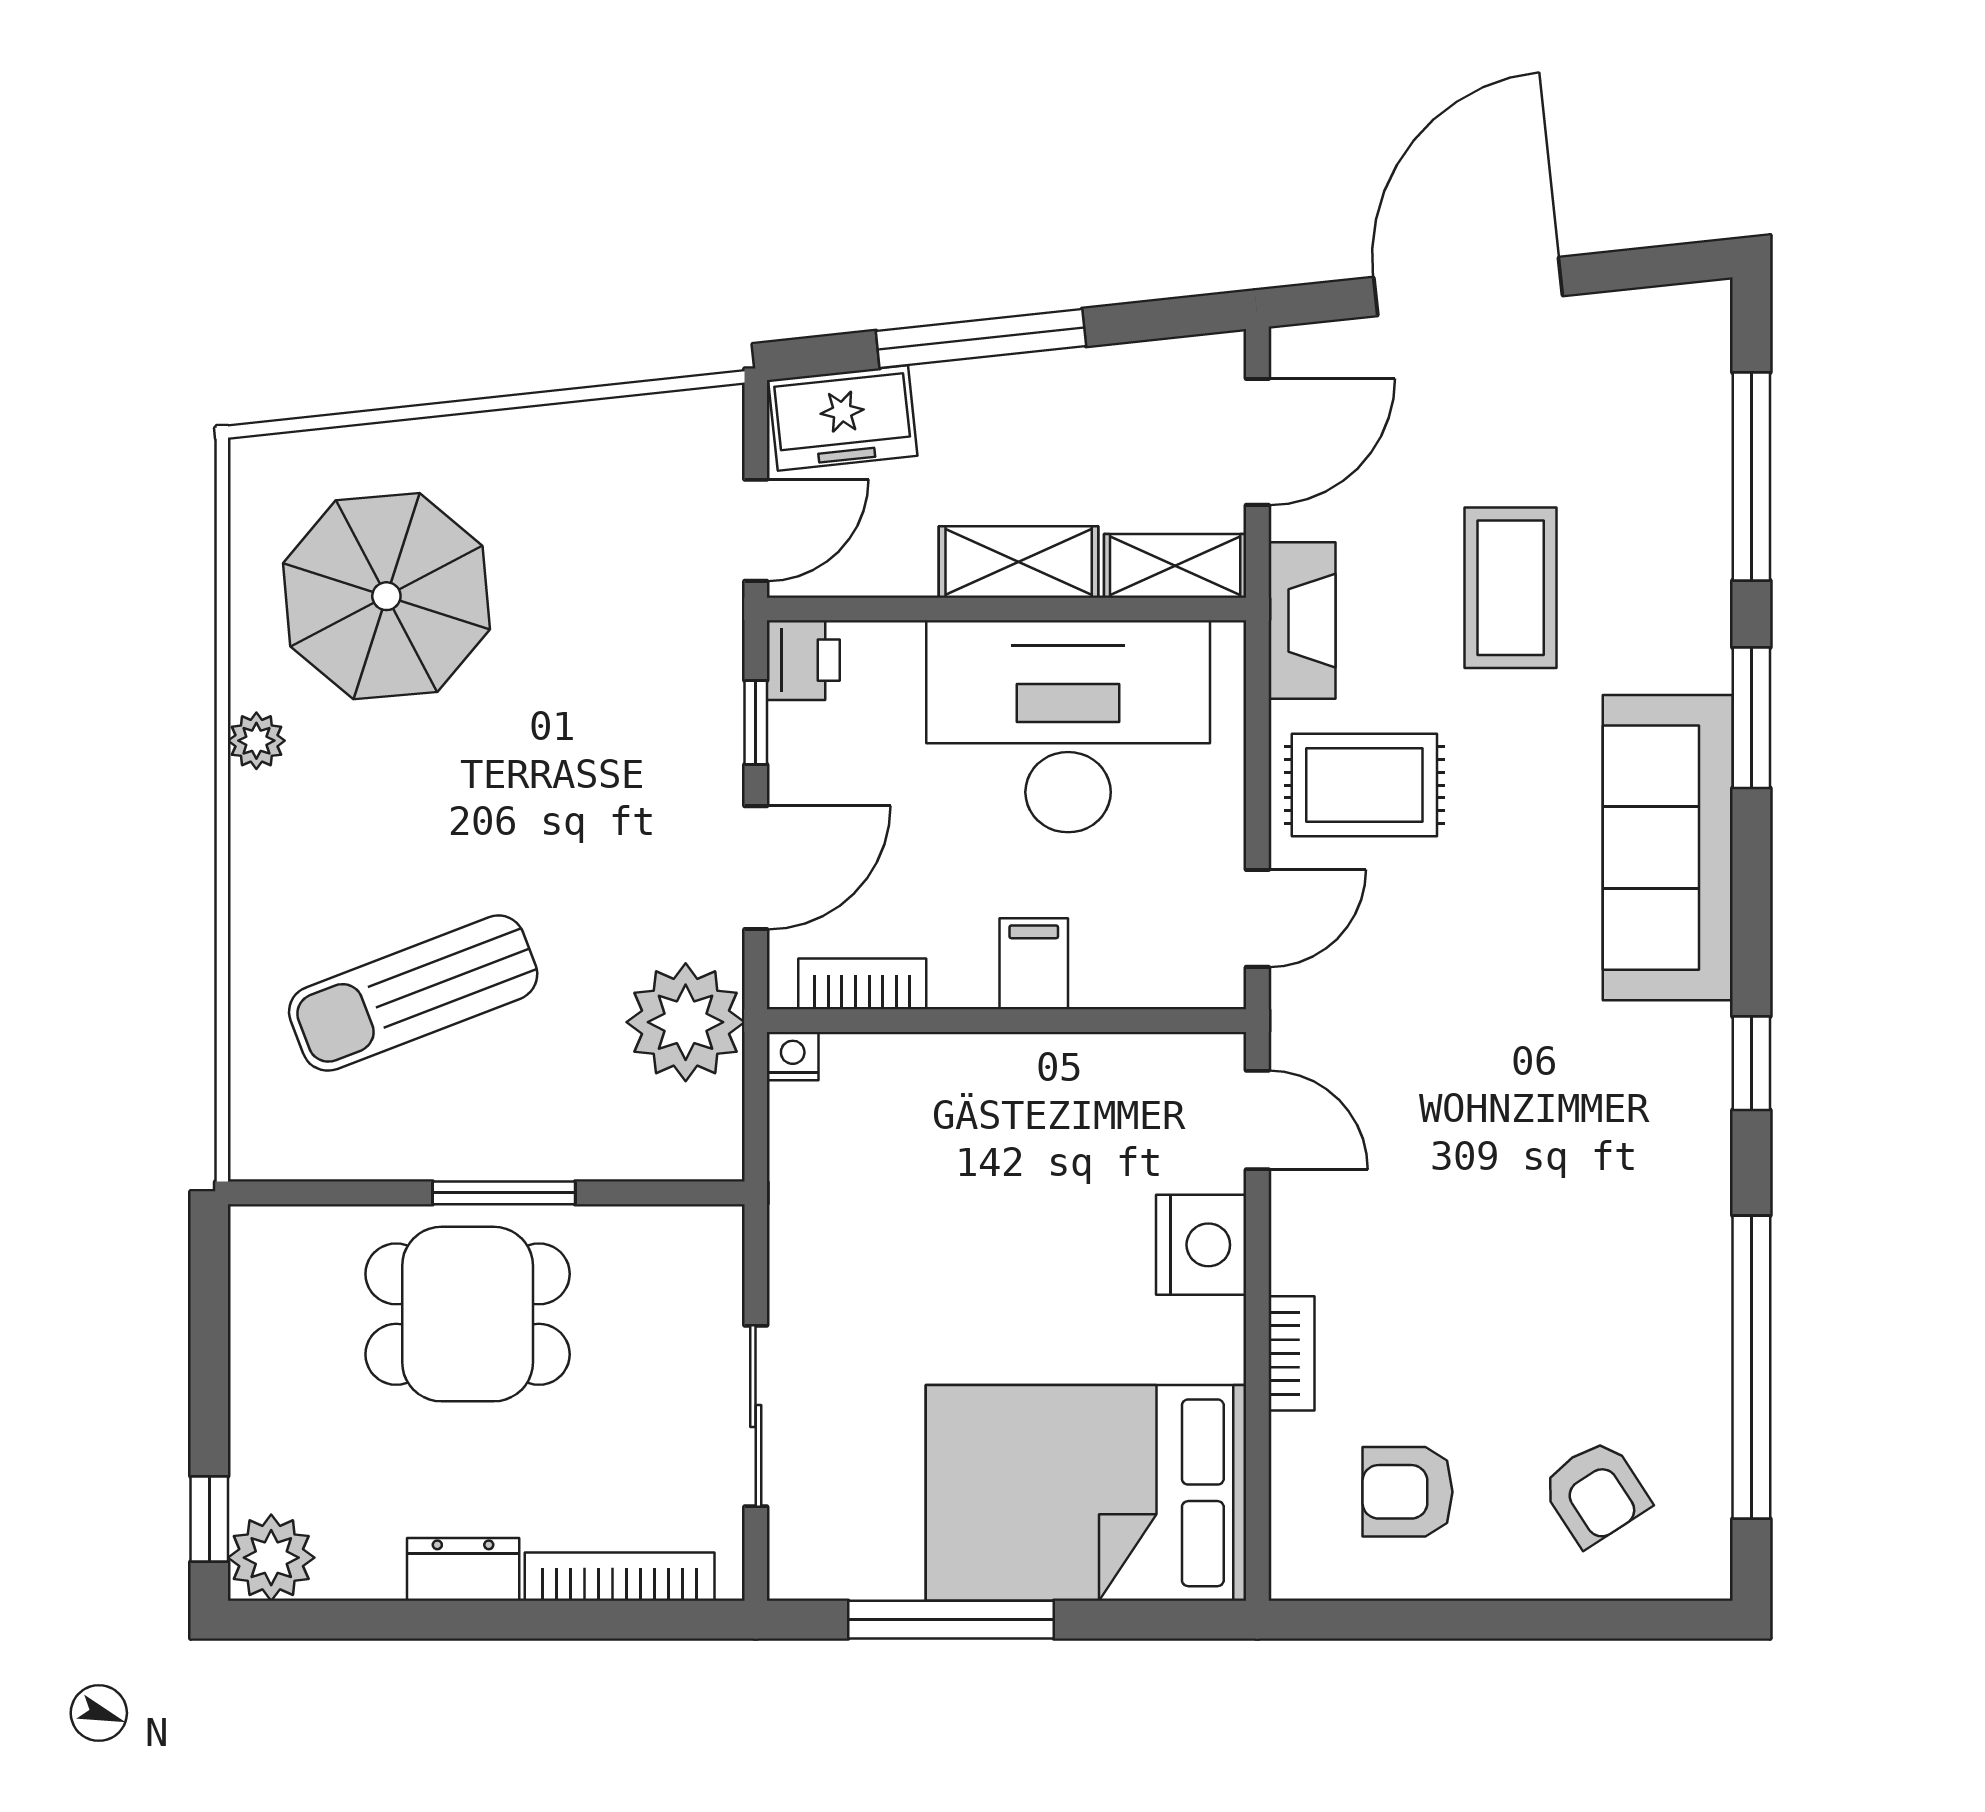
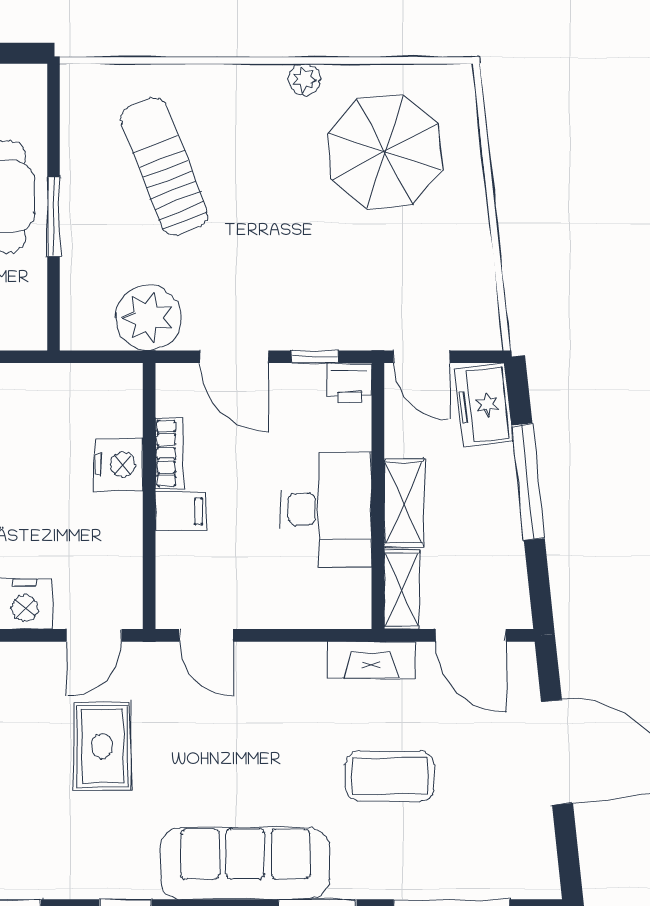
desk: (1068, 726) -> (326, 509), width x0.73, depth x0.77
rug: (1364, 785) -> (102, 746), moved
bookcase: (862, 984) -> (170, 453), moved
nightstand: (793, 1056) -> (119, 464), moved, width x1.89, depth x1.79

